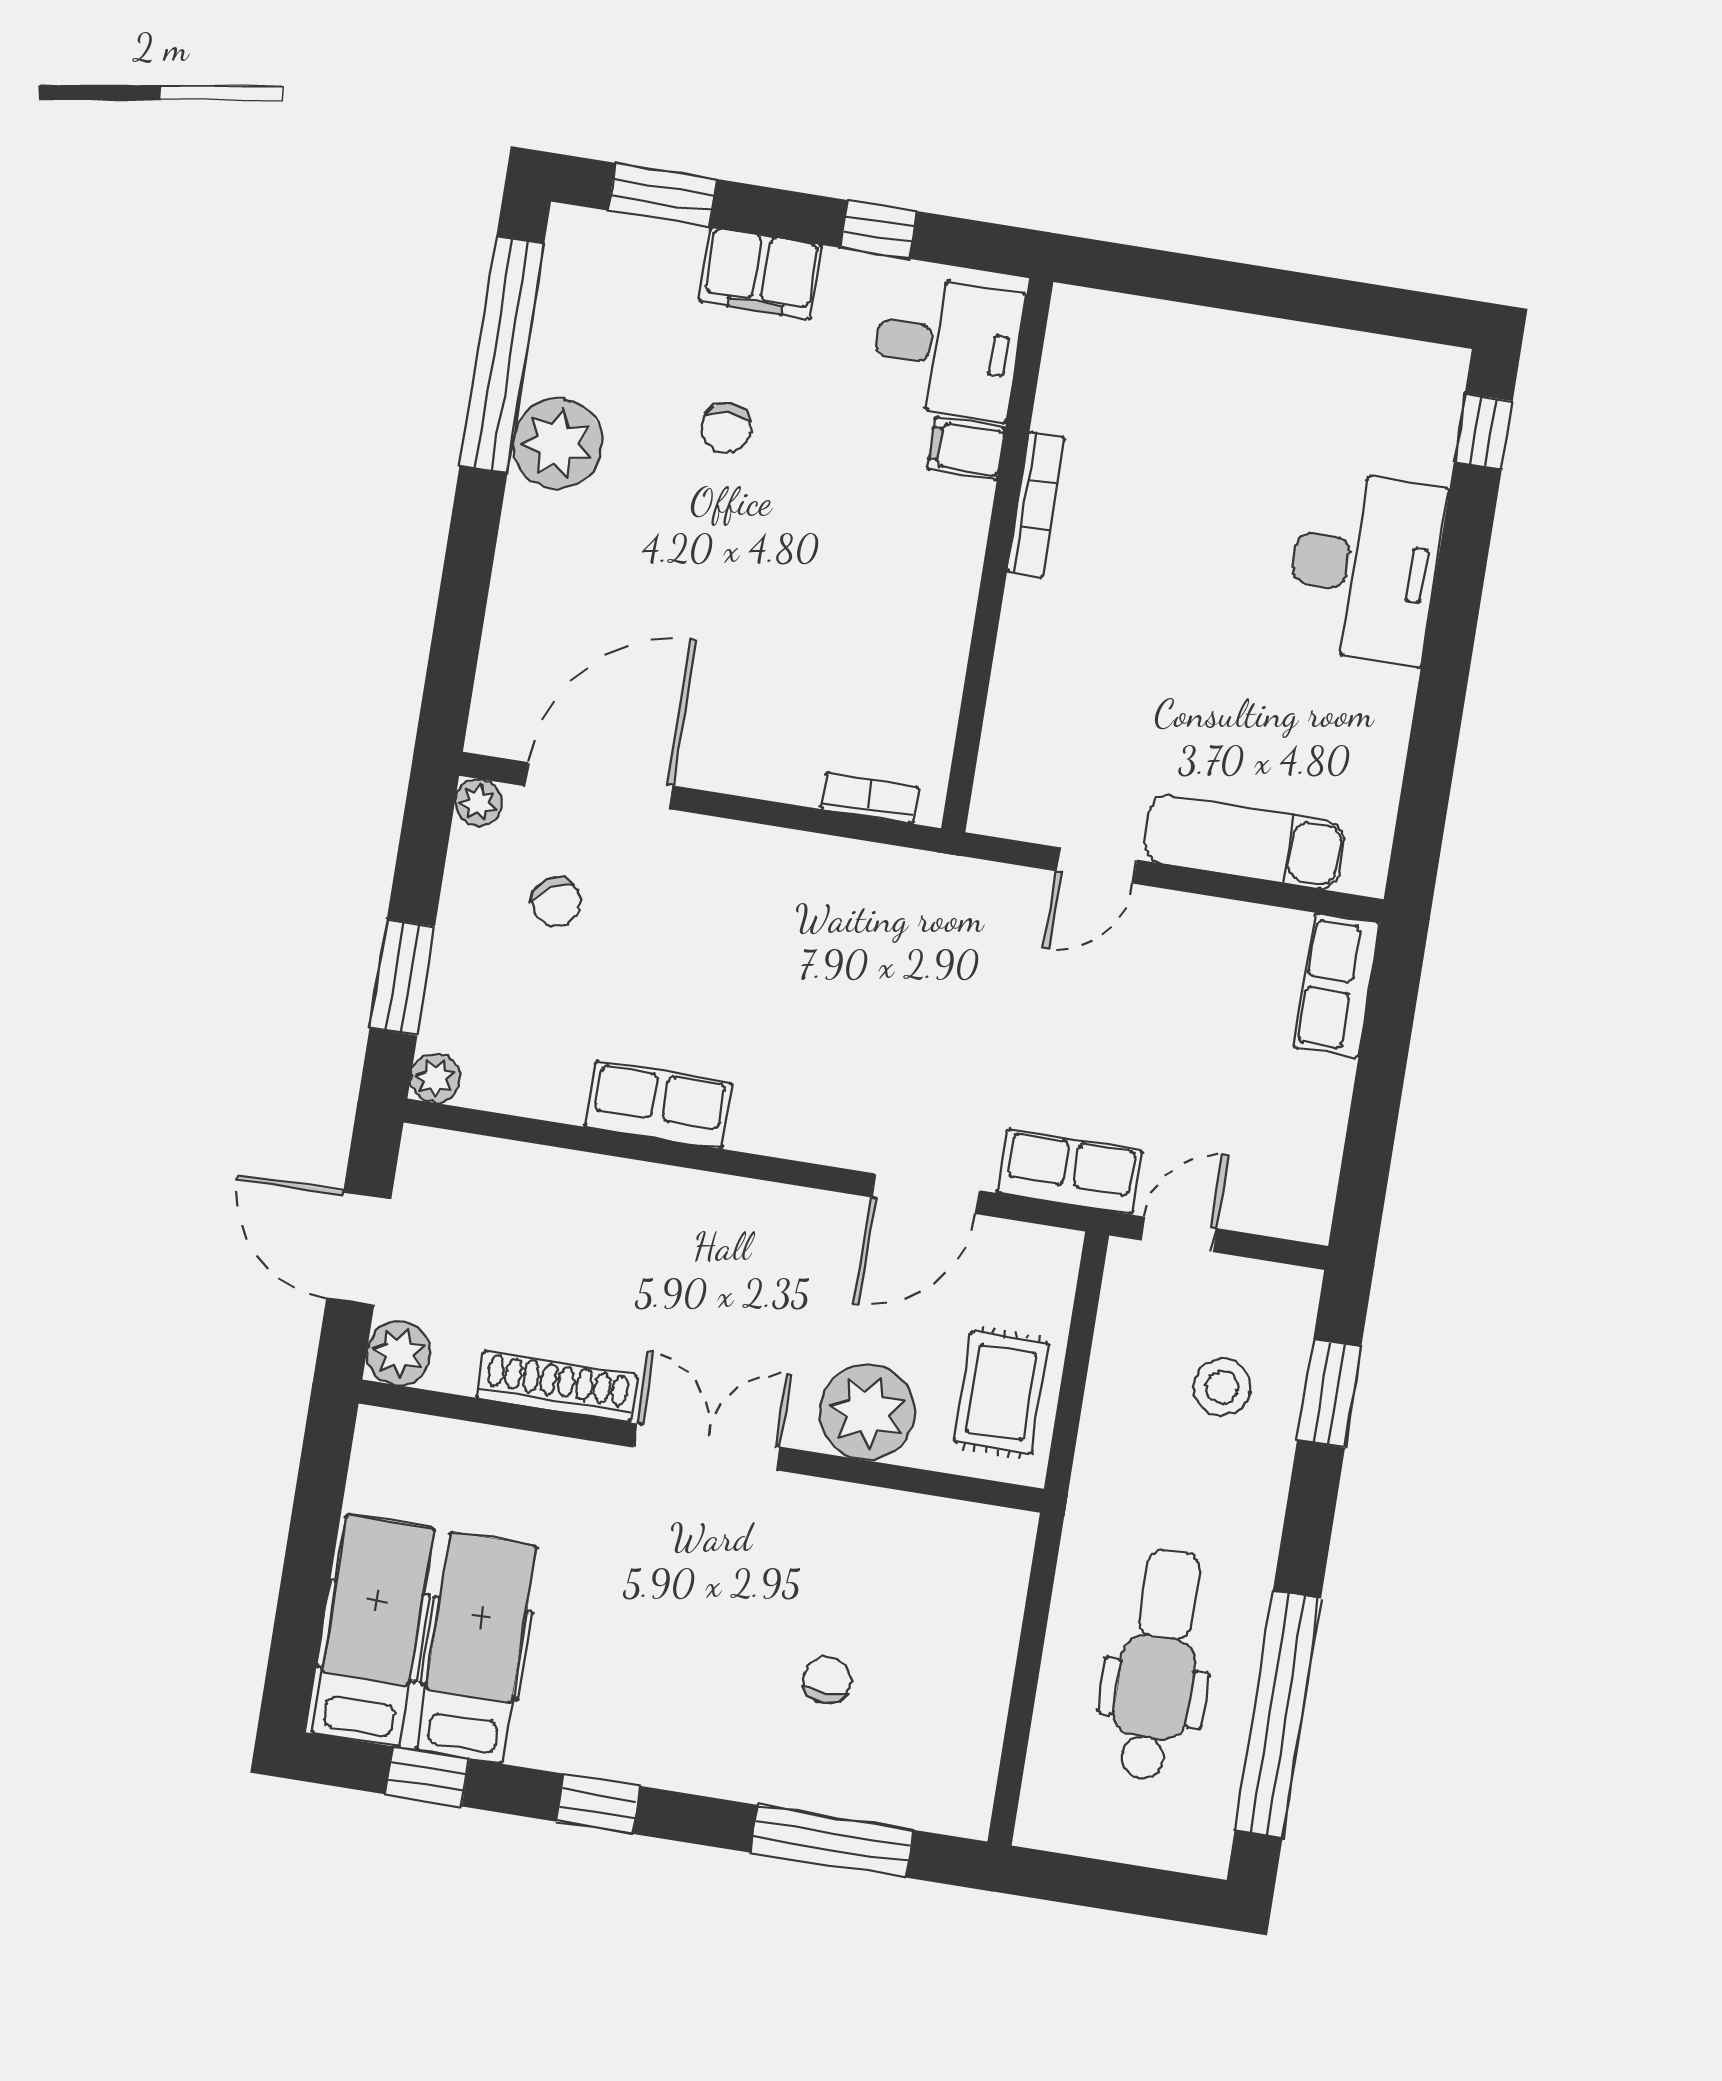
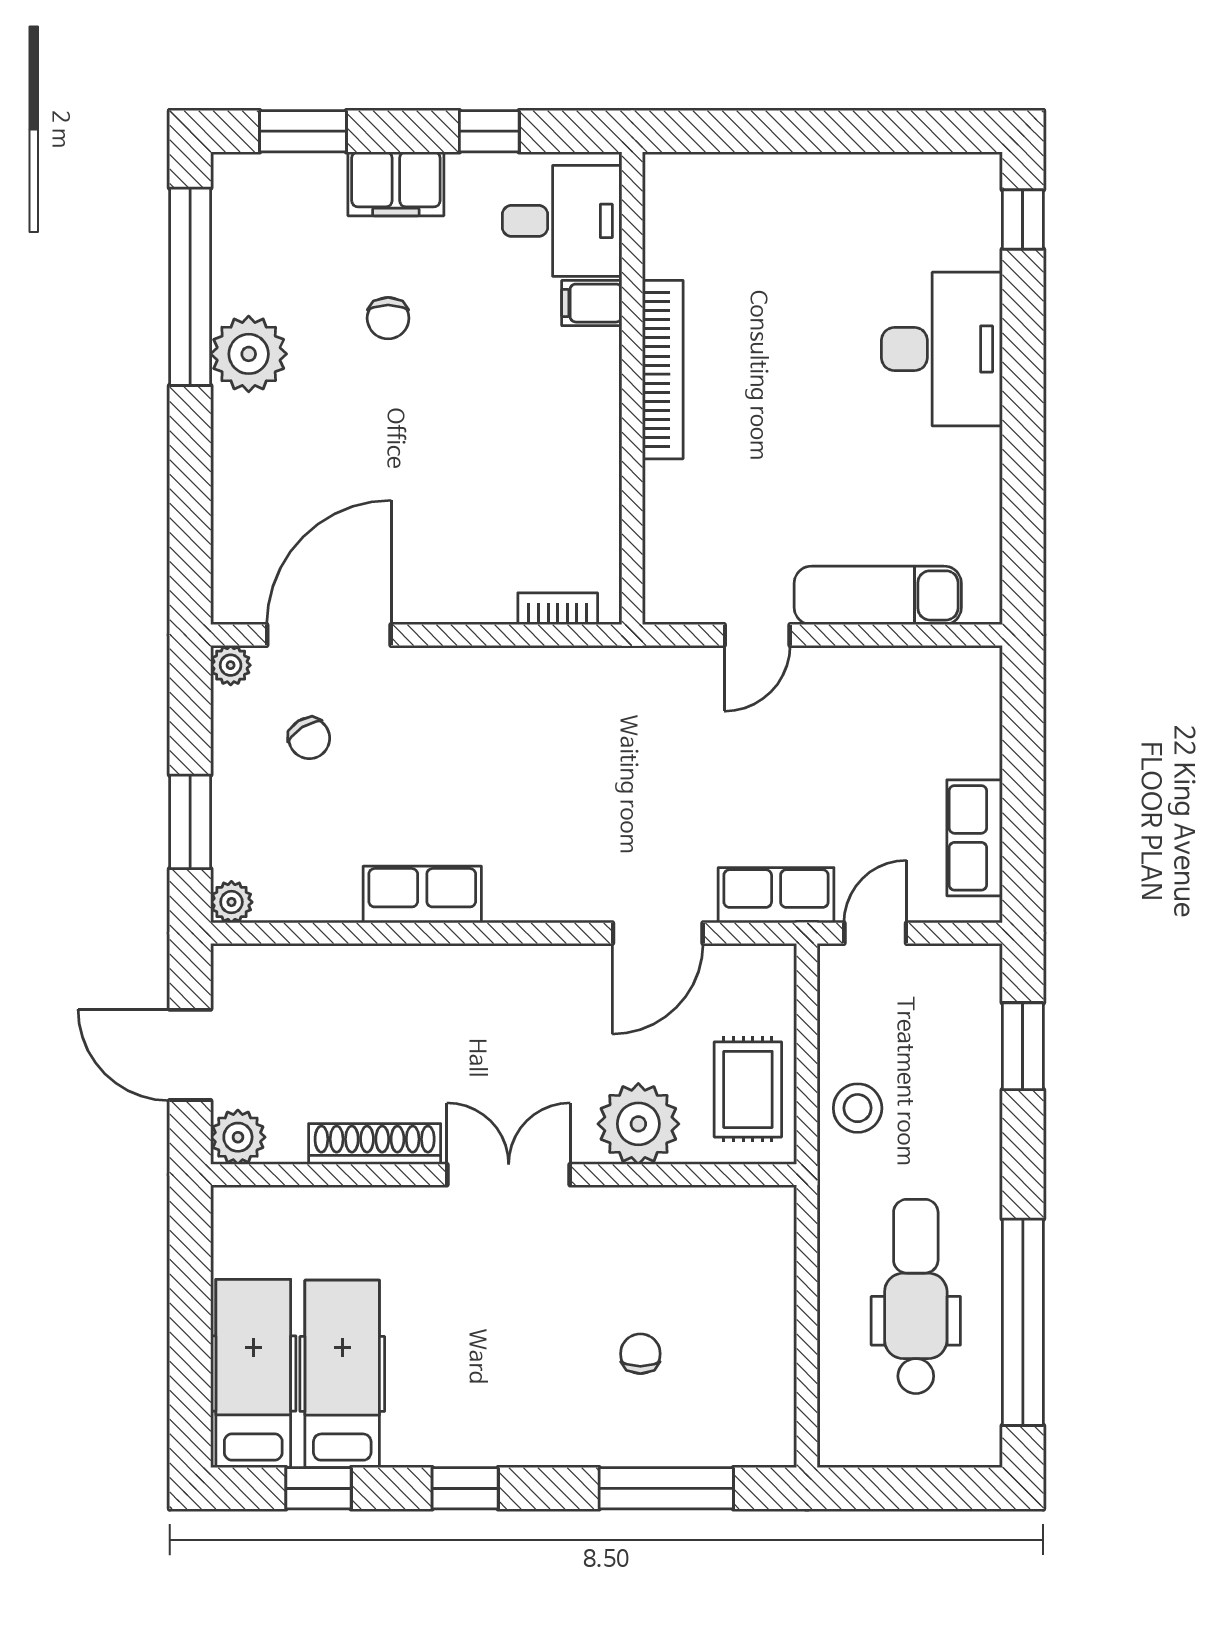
bookcase: (1036, 505) -> (663, 370), width x1.48, depth x1.31
row of seats: (1337, 985) -> (975, 838), moved
stool: (1222, 1387) -> (858, 1108), moved

